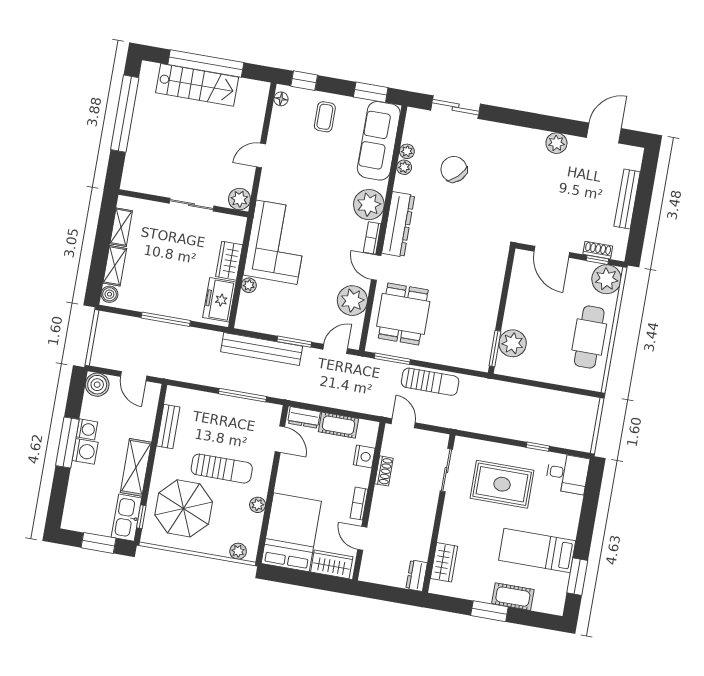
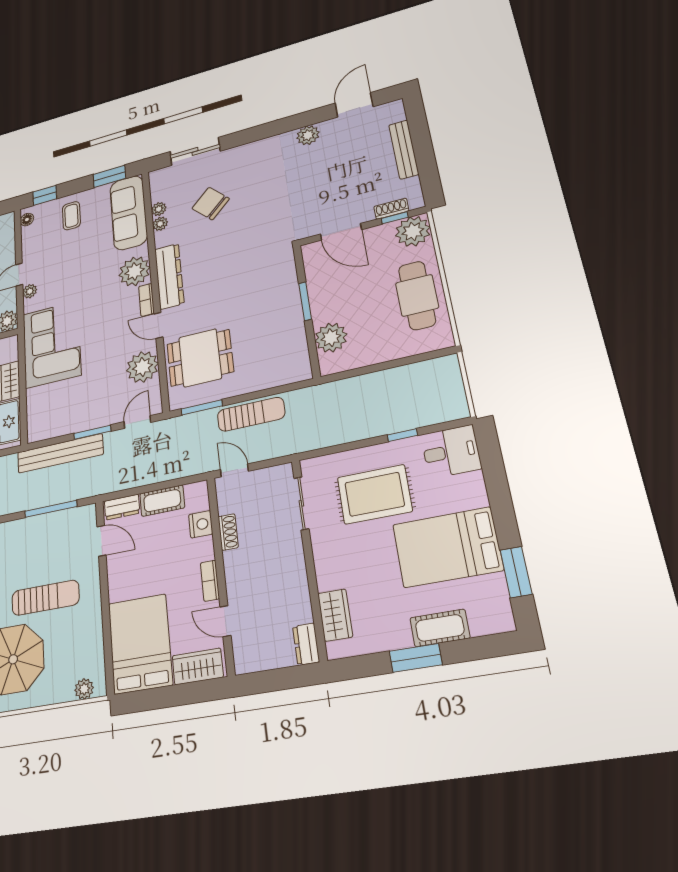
plant: (249, 285) -> (30, 291), moved
dining table: (403, 314) -> (200, 358), turned 90
window: (495, 348) -> (305, 301), moved
plant: (258, 505) -> (94, 625), removed
bed: (537, 551) -> (447, 547), width x1.50

